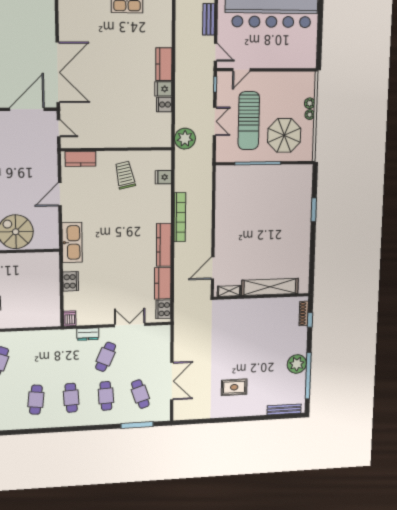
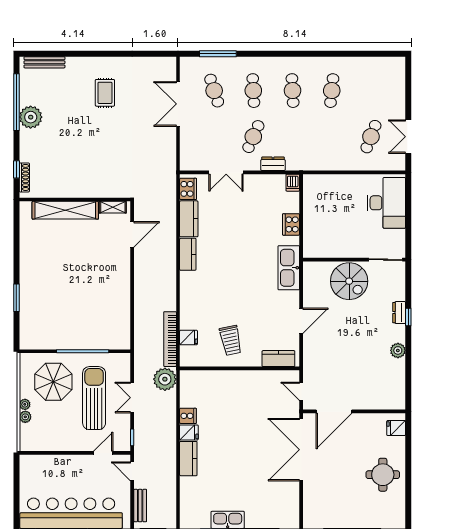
bookcase: (180, 217) -> (170, 339), moved
kitchen counter: (164, 245) -> (188, 254), width x0.67
rug: (234, 387) -> (105, 93), turned 90

